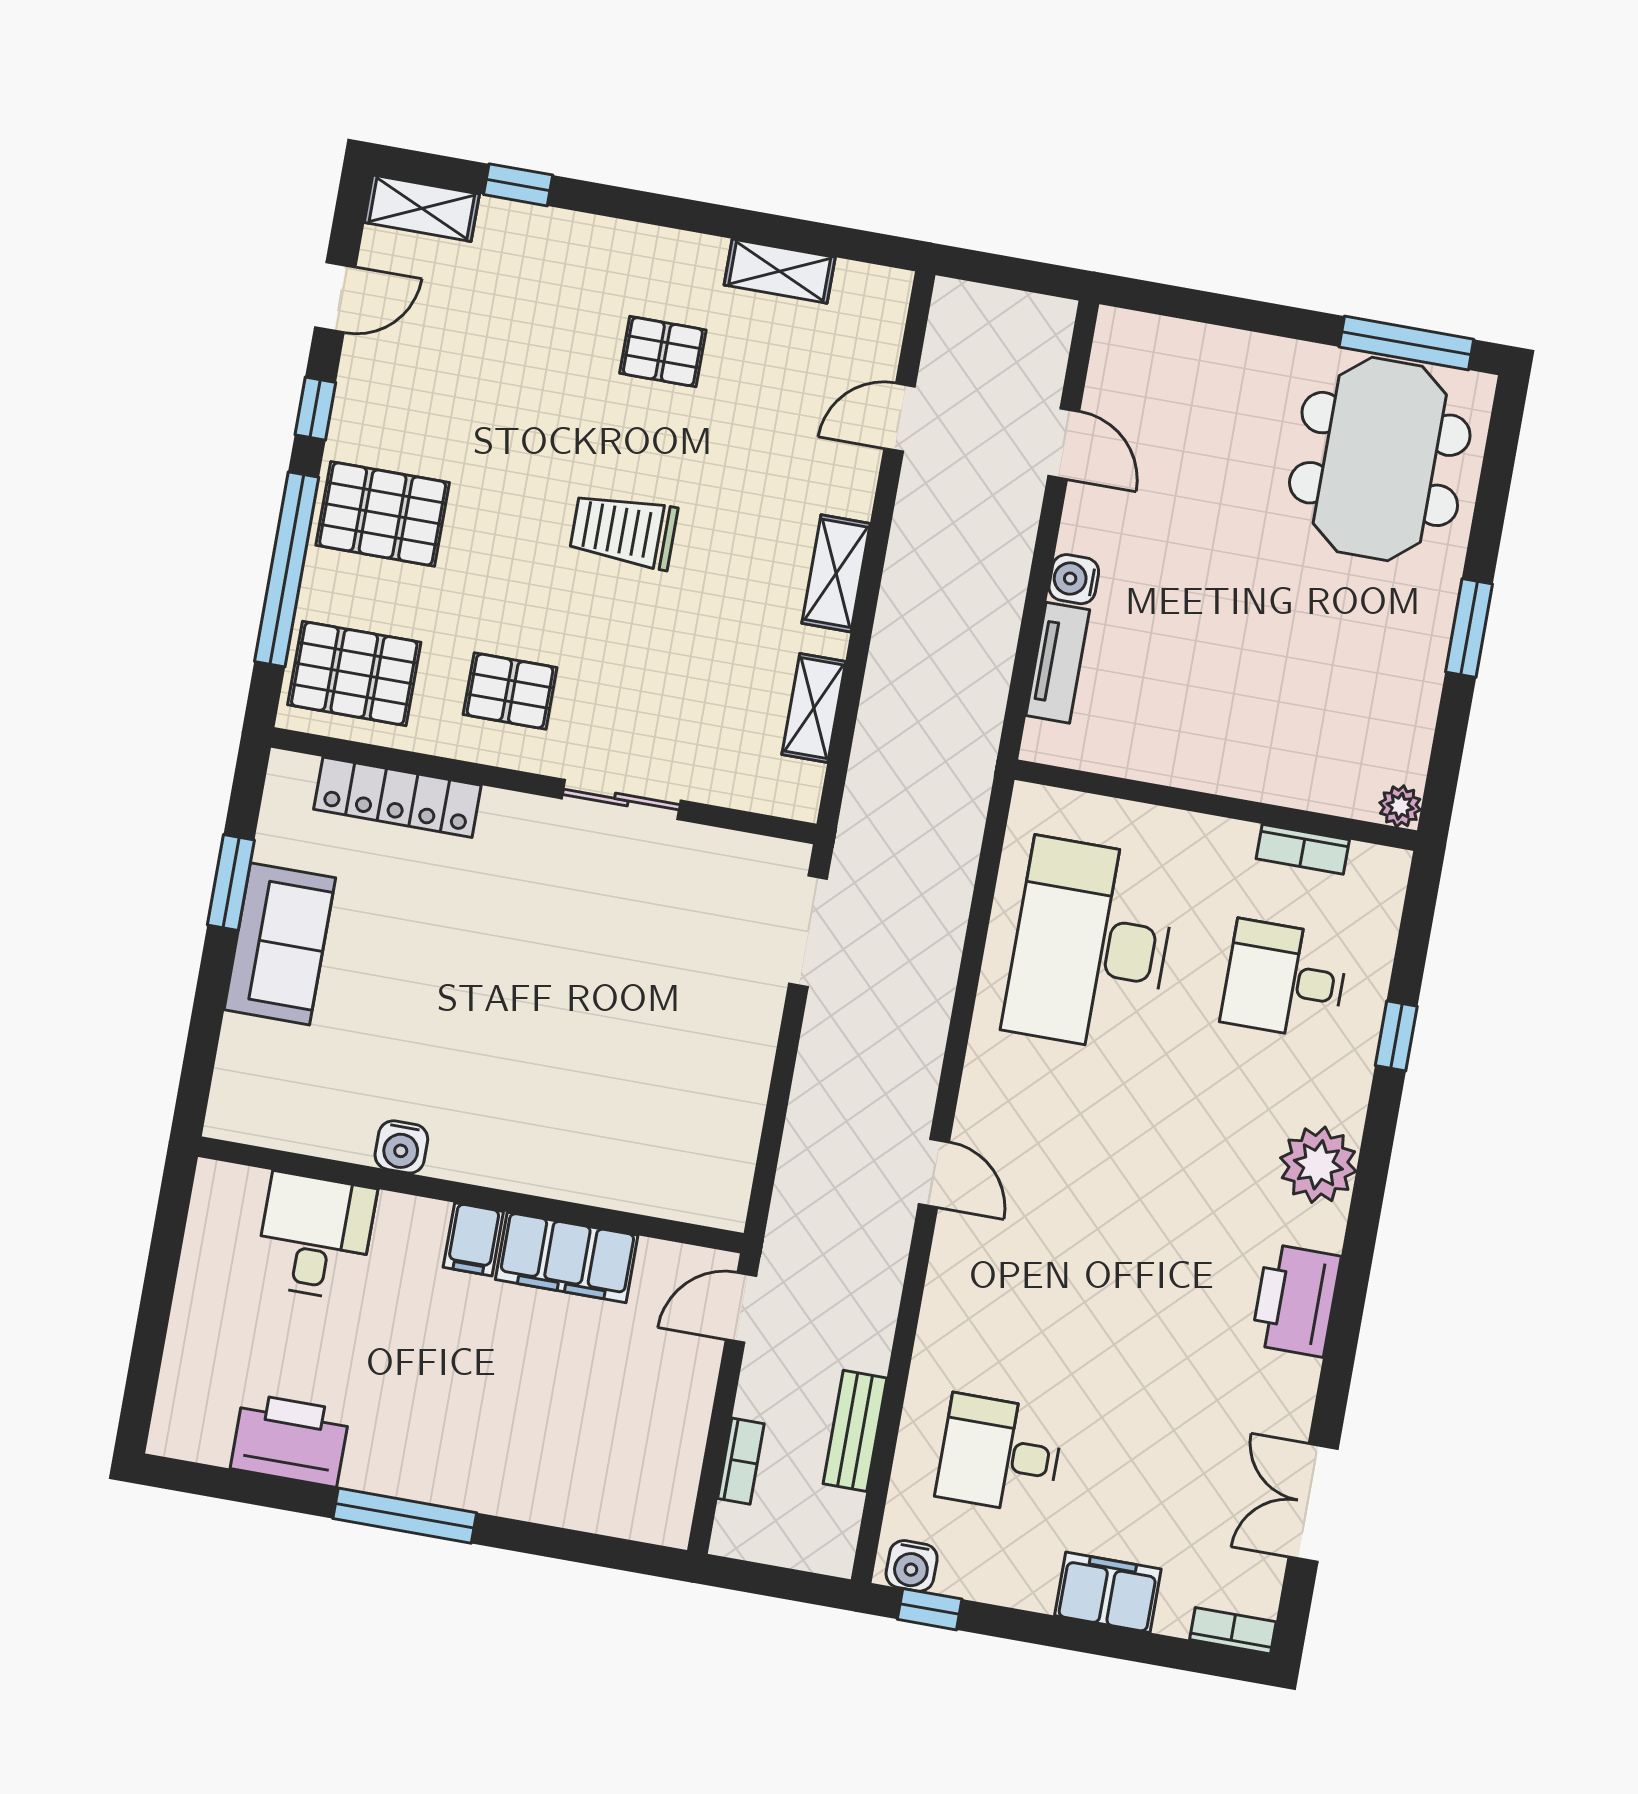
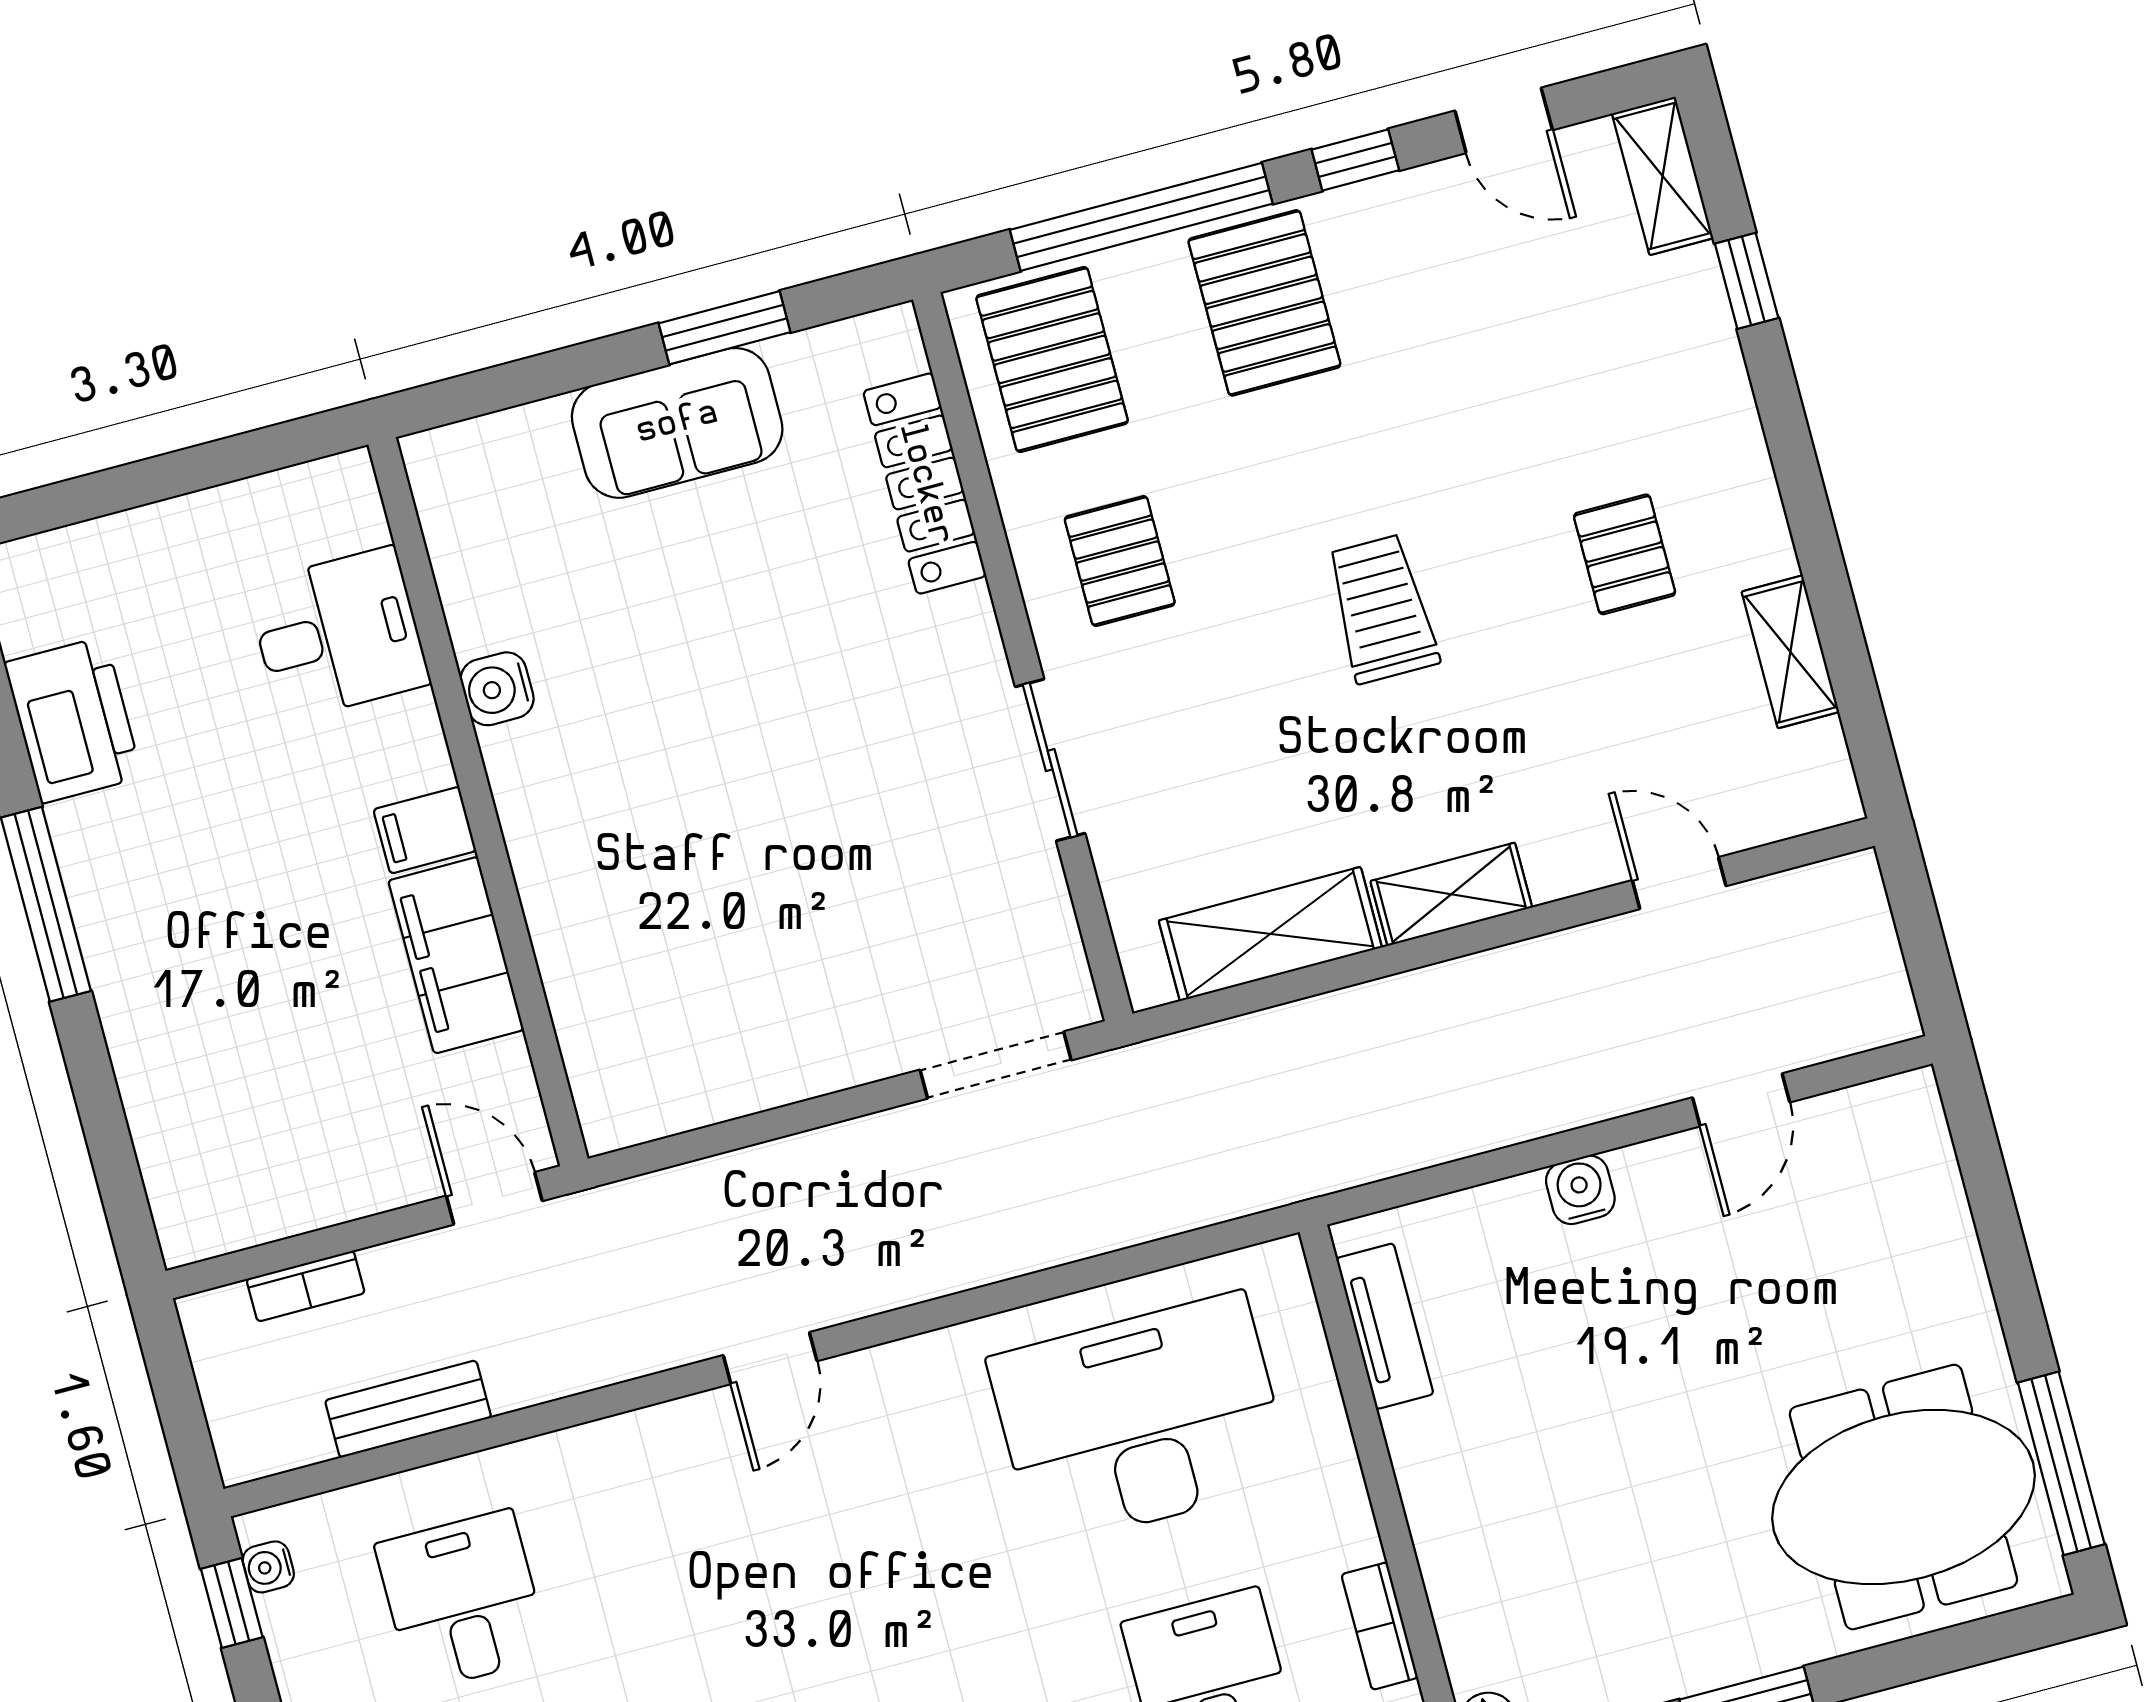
tv unit: (1058, 663) -> (1385, 1326), moved, turned -90
shelving: (814, 708) -> (1270, 934), width x1.50, depth x1.33
water cooler: (912, 1566) -> (268, 1567), width x0.72, depth x0.72

